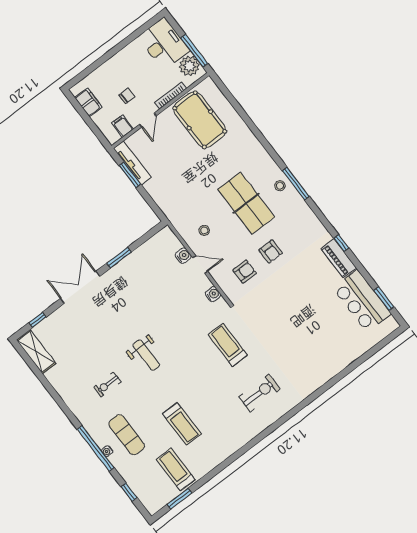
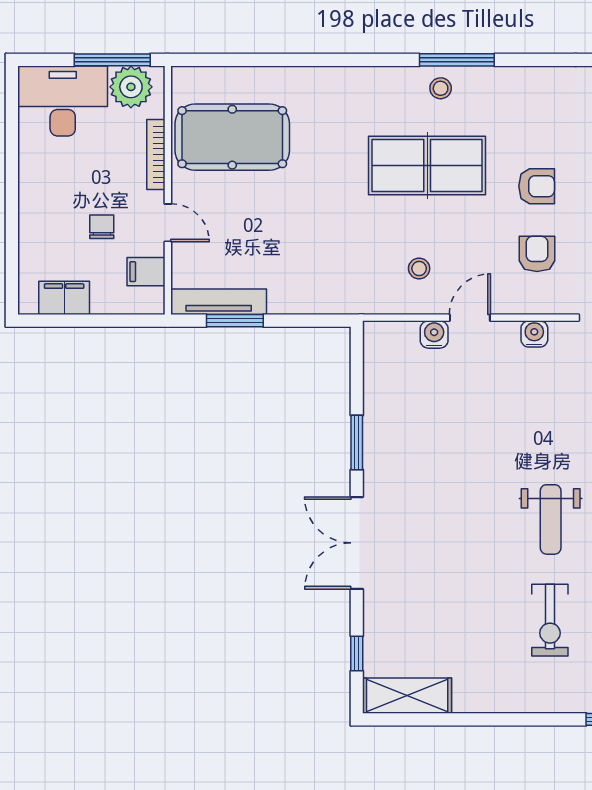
weight bench: (146, 355) -> (551, 519), turned 90
exercise bike: (107, 384) -> (550, 620), width x1.38, depth x1.39

